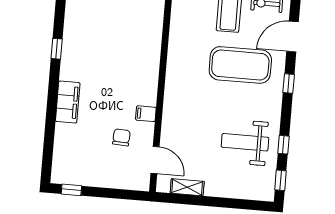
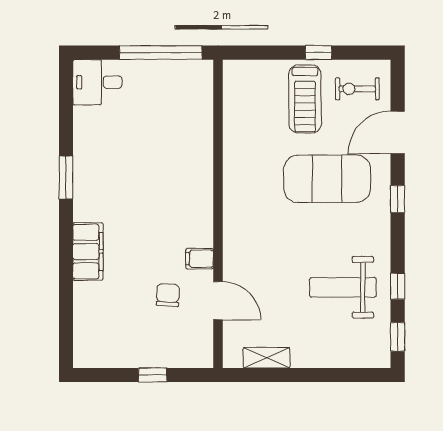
window: (57, 49) -> (66, 178), width x1.50
door: (155, 160) -> (218, 301), moved
window: (71, 190) -> (153, 375), moved

